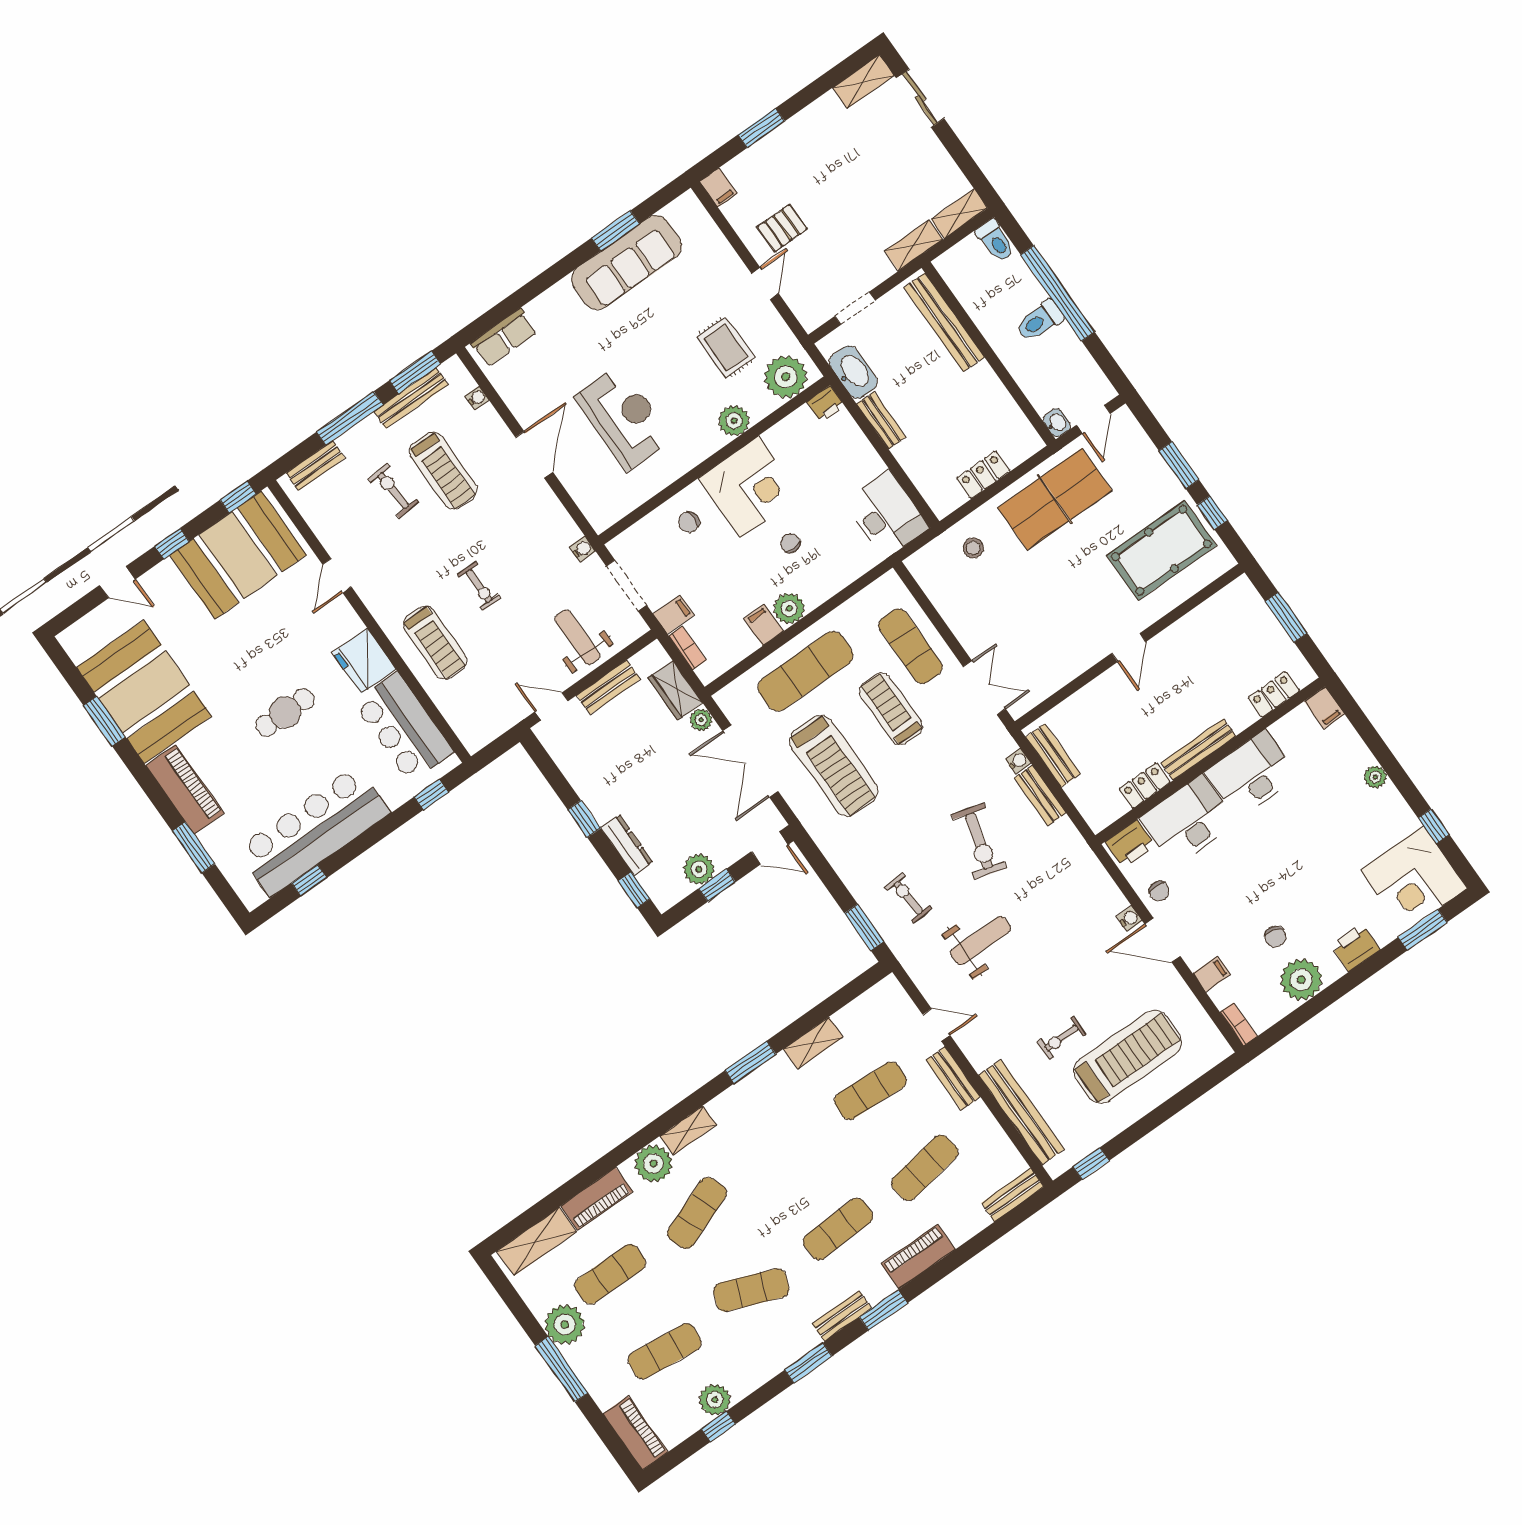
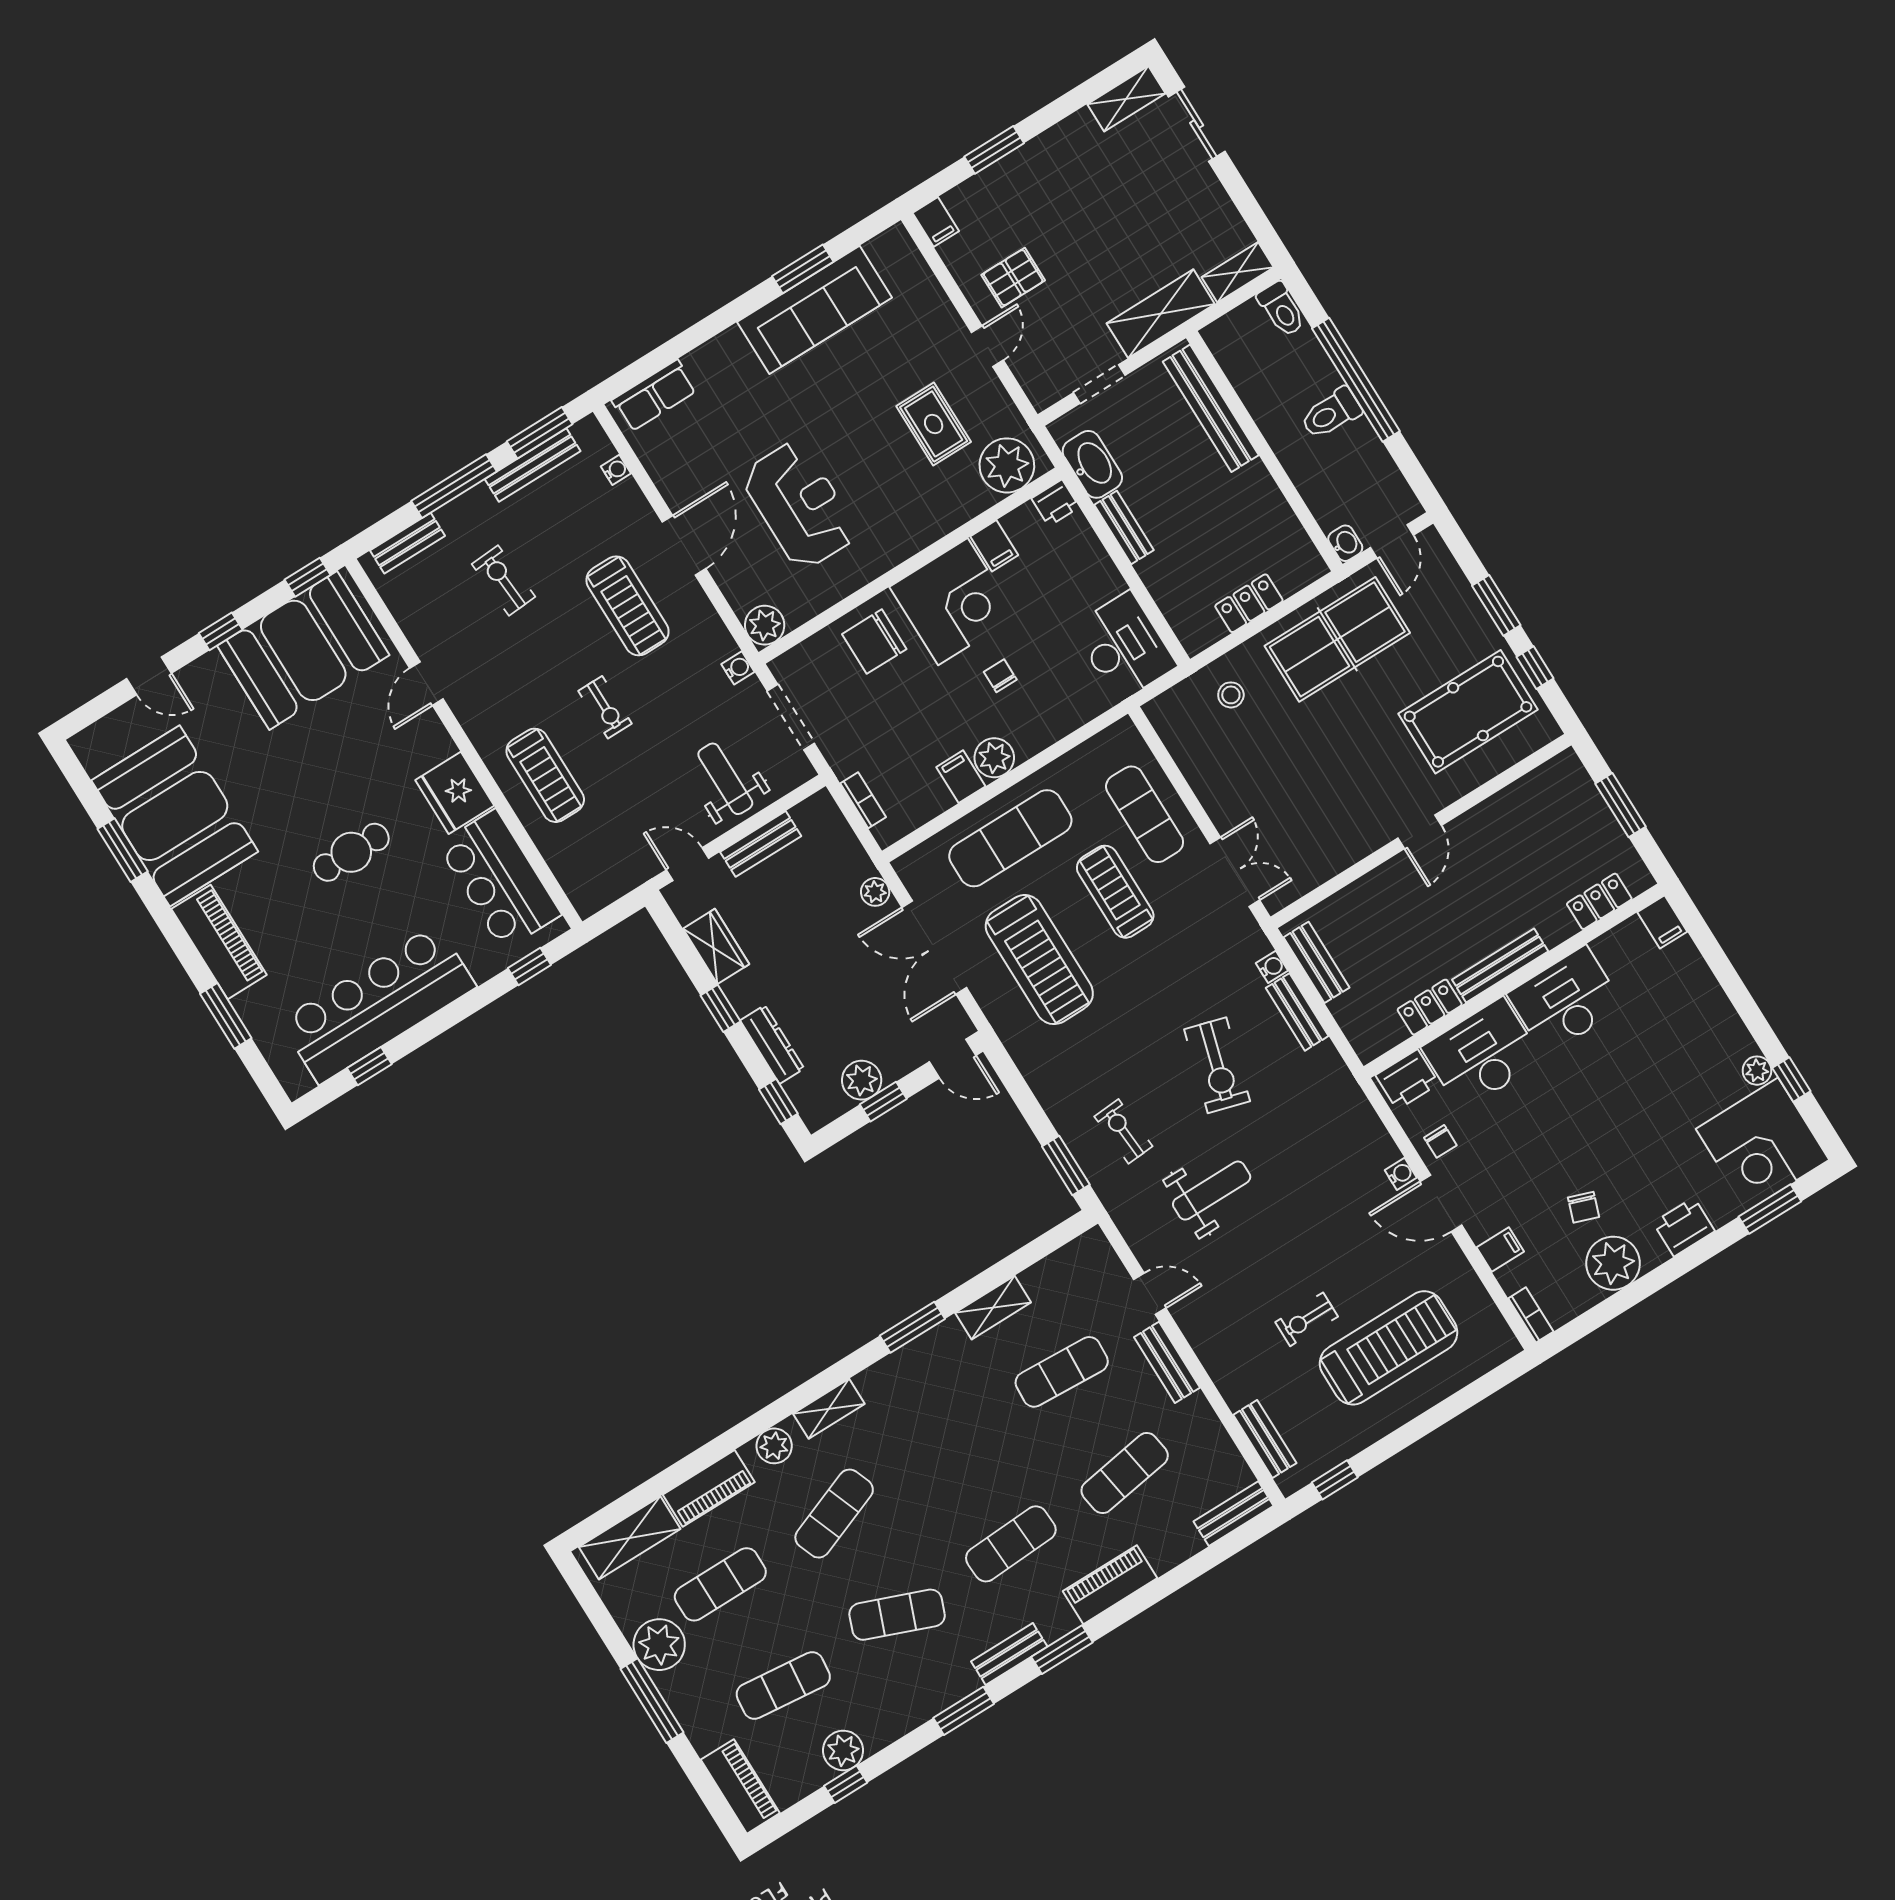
shelving: (914, 245) -> (1161, 314), width x1.50, depth x1.33
plant: (734, 421) -> (765, 625), moved
treadmill: (443, 471) -> (627, 606), moved
chair: (689, 522) -> (874, 642), width x1.87, depth x1.87
filing cabinet: (673, 614) -> (994, 546), moved, turned 90
wardrobe: (675, 690) -> (716, 946), moved, turned 180
plant: (1375, 777) -> (1757, 1071), moved
bench: (1021, 1112) -> (1265, 1439), width x0.54, depth x0.82
plant: (654, 1164) -> (774, 1446), width x0.73, depth x0.73

